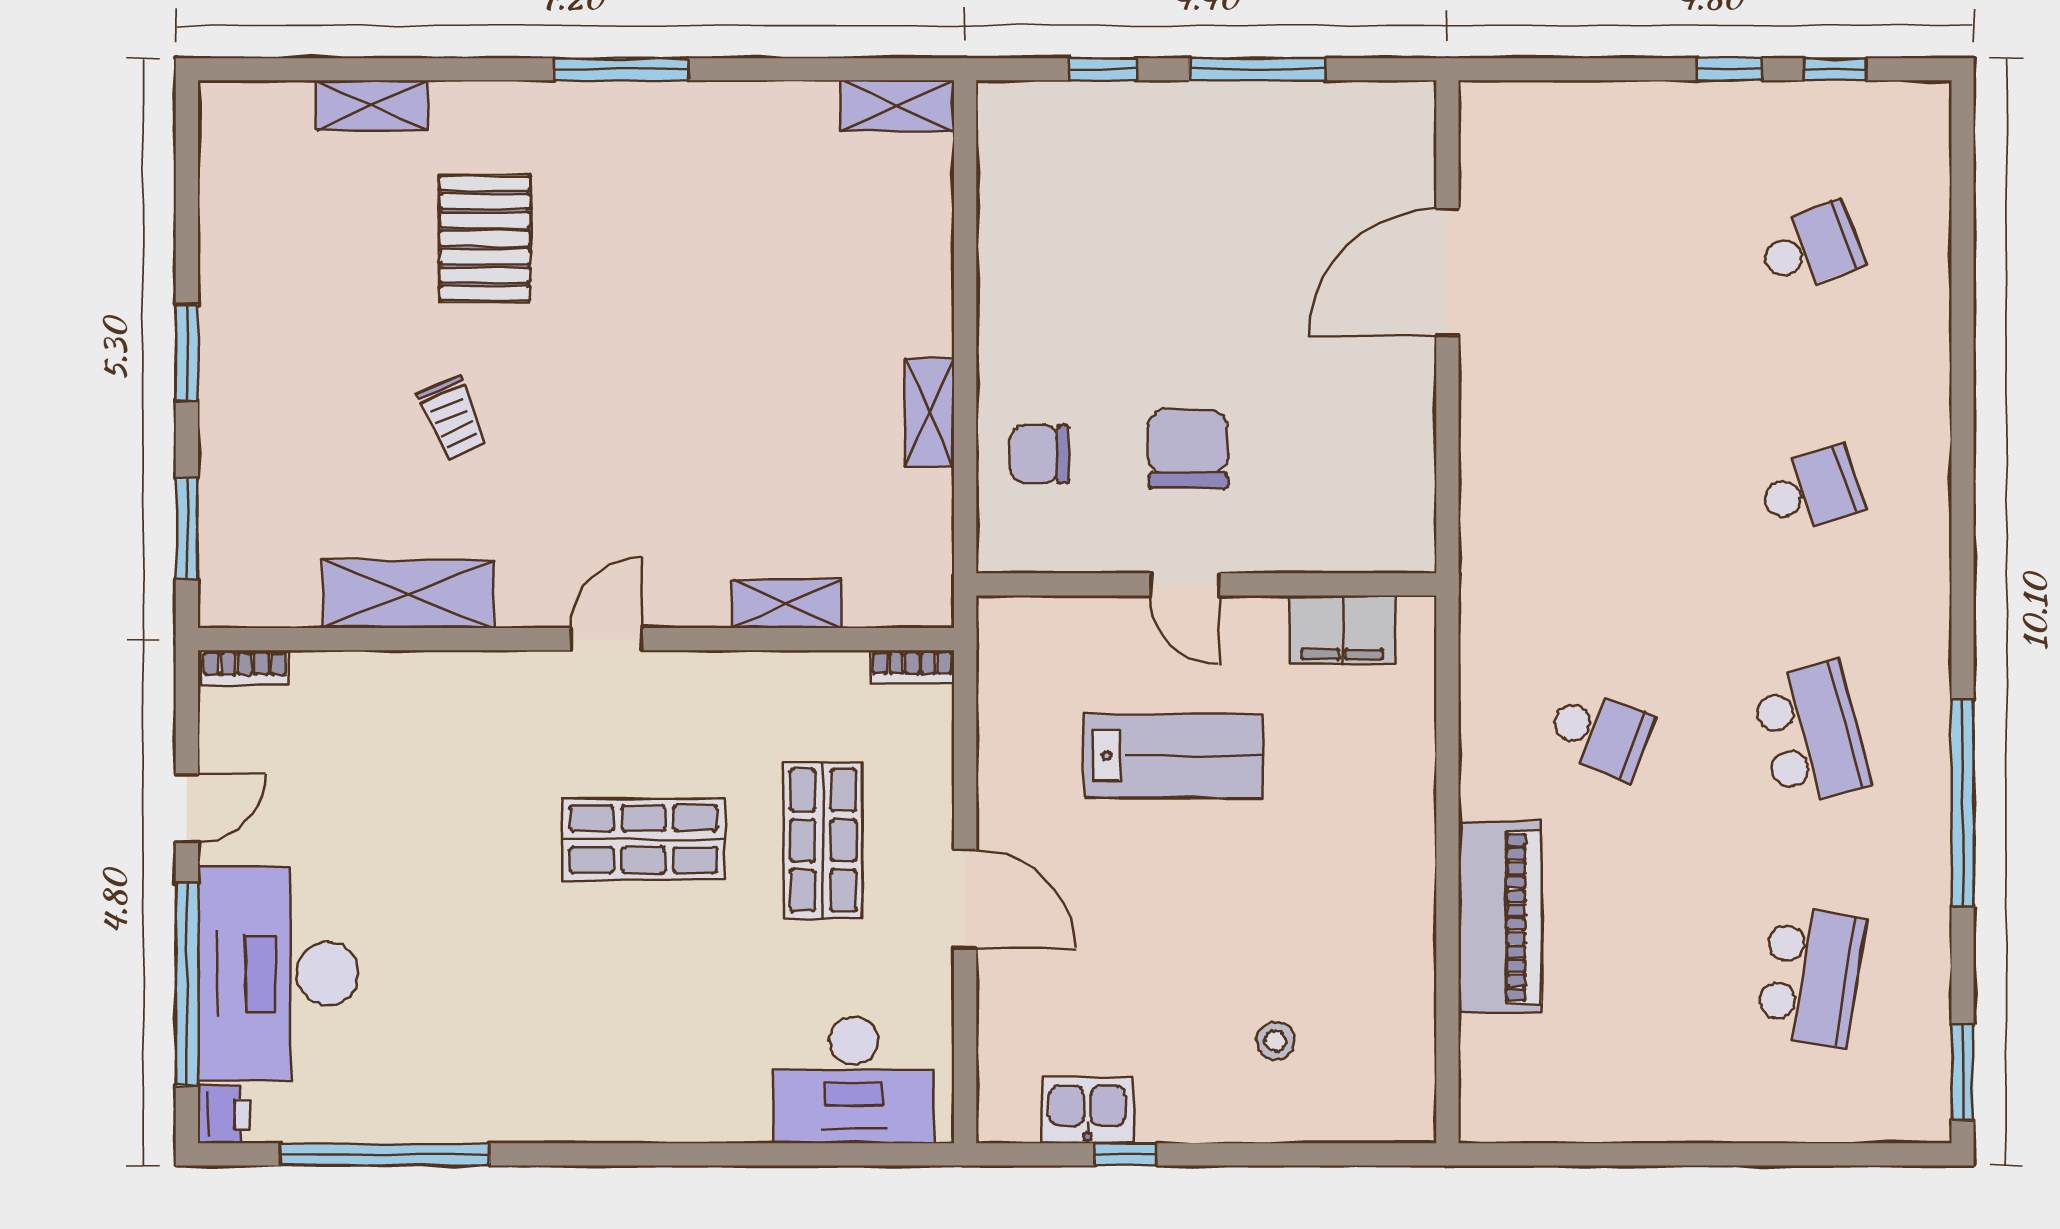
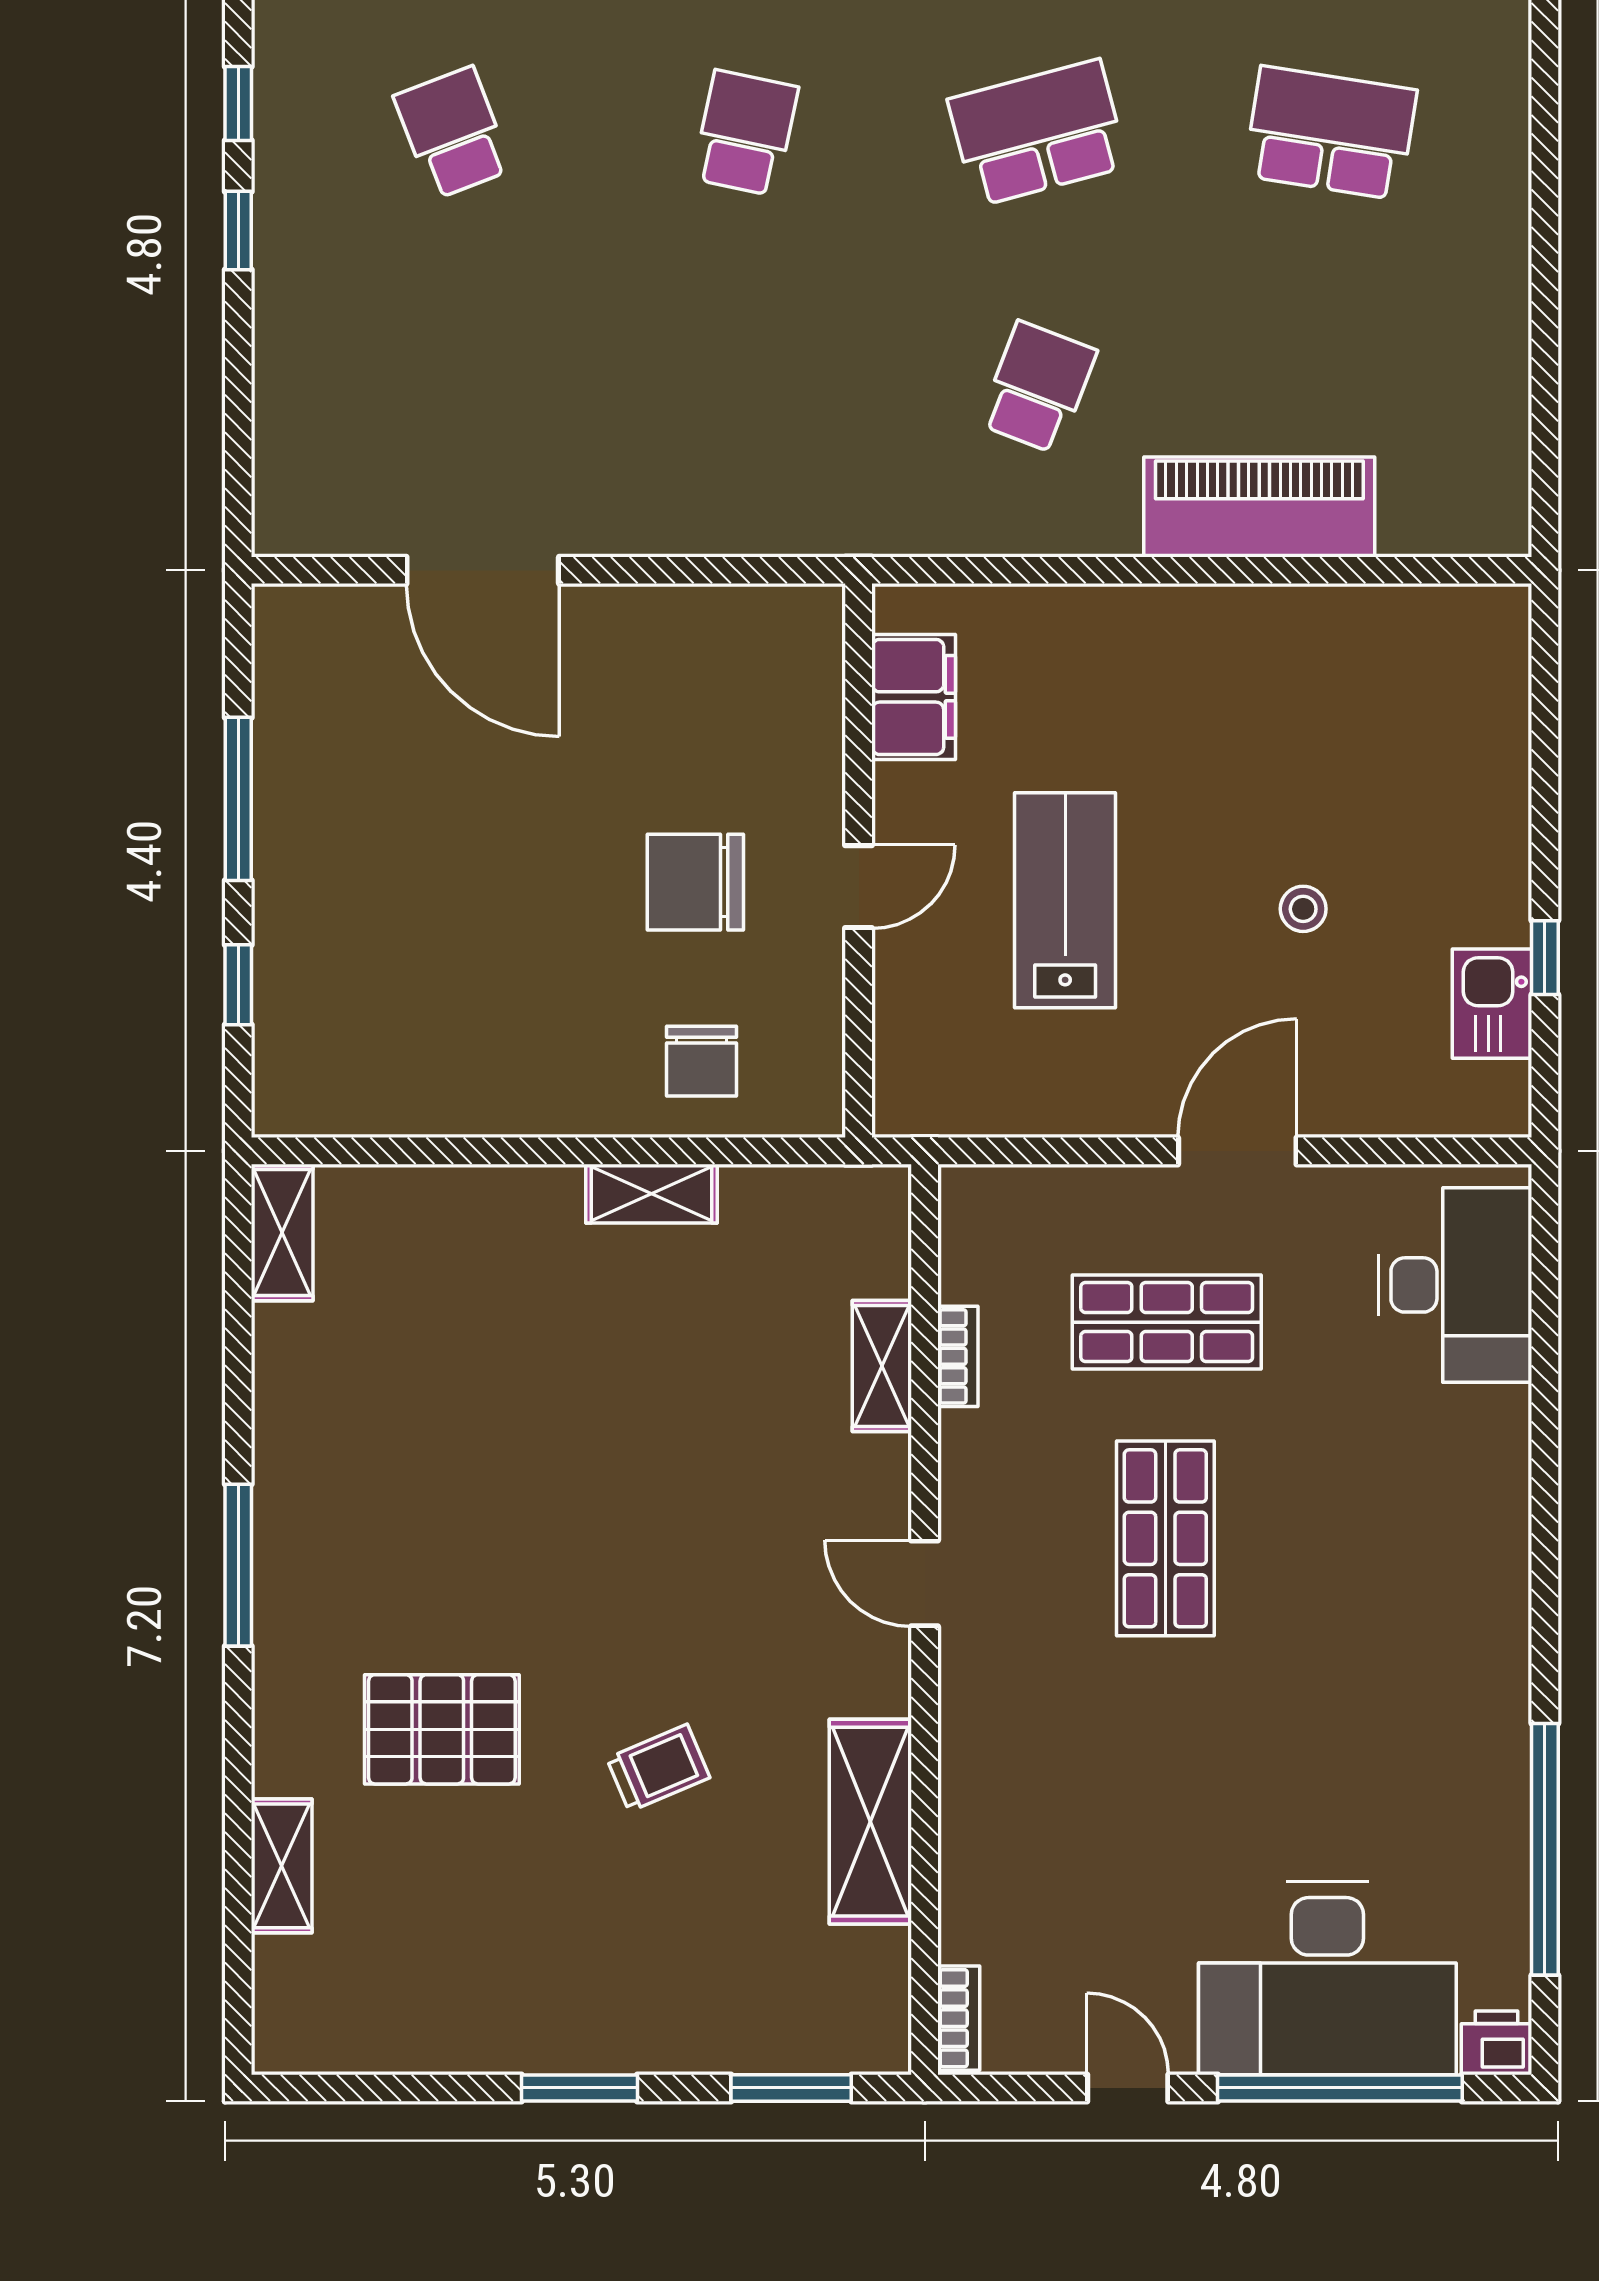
school desk: (1811, 490) -> (745, 133), turned 30
bookcase: (912, 667) -> (958, 1356), moved
stool: (1275, 1041) -> (1303, 909), moved

